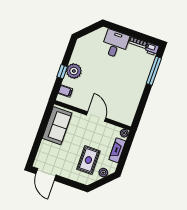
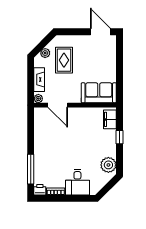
plant: (74, 71) -> (108, 165), moved
filing cabinet: (65, 91) -> (110, 119), width x2.00
door: (96, 117) -> (58, 105), moved
sofa: (57, 126) -> (99, 93), moved, turned 90

